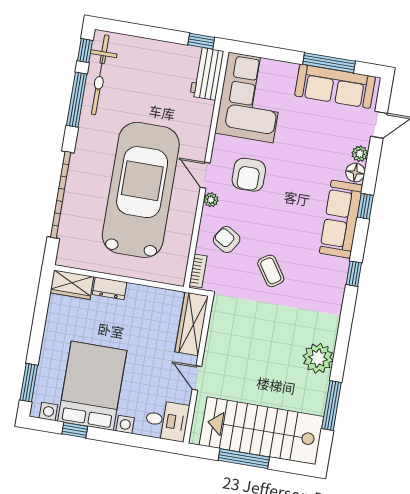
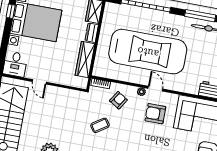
door: (205, 175) -> (155, 89), hinge flipped
wardrobe: (192, 324) -> (85, 60), moved, turned -90
door: (197, 378) -> (39, 82), swing flipped

